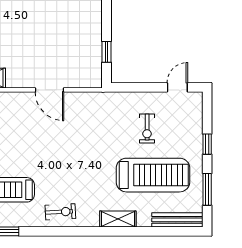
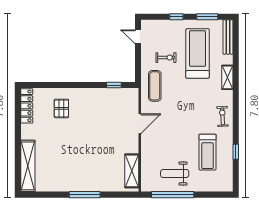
exercise mat: (105, 112) -> (155, 86), added

